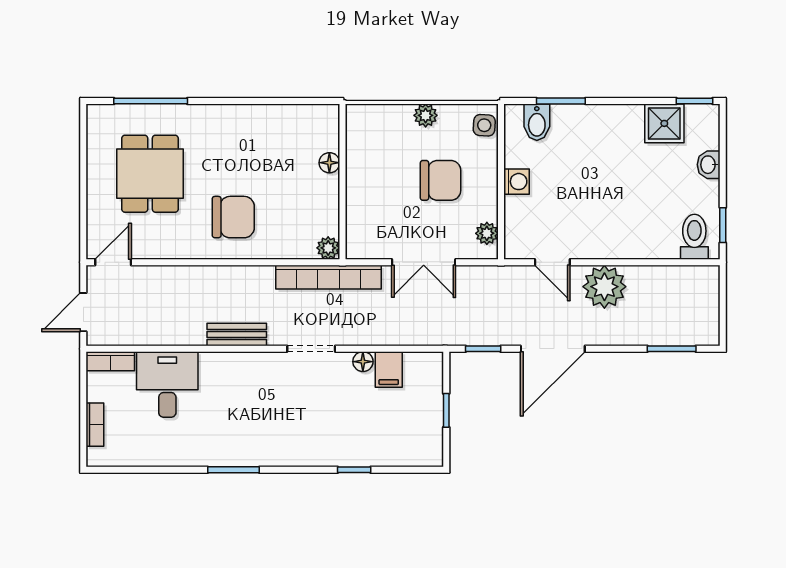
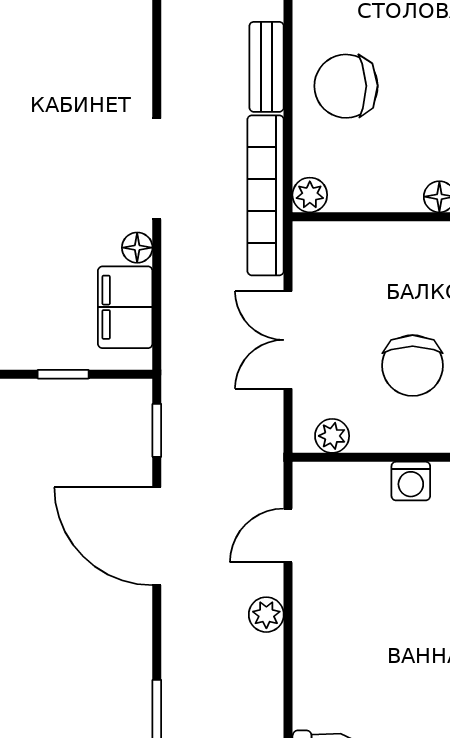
chair: (233, 217) -> (346, 86), moved, turned 89
plant: (604, 287) -> (266, 615), width x0.53, depth x0.53
bench: (237, 334) -> (267, 67), moved
doorway: (311, 349) -> (157, 169), width x1.38
filing cabinet: (389, 369) -> (125, 307), width x2.00

